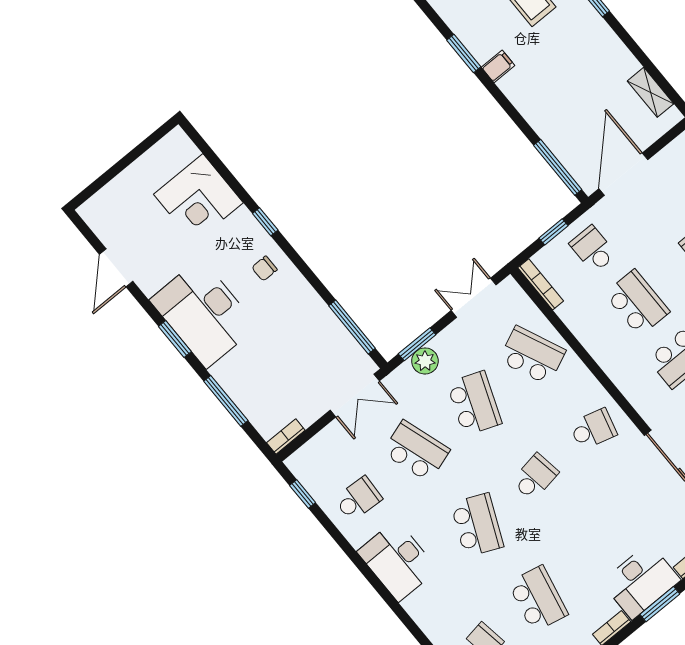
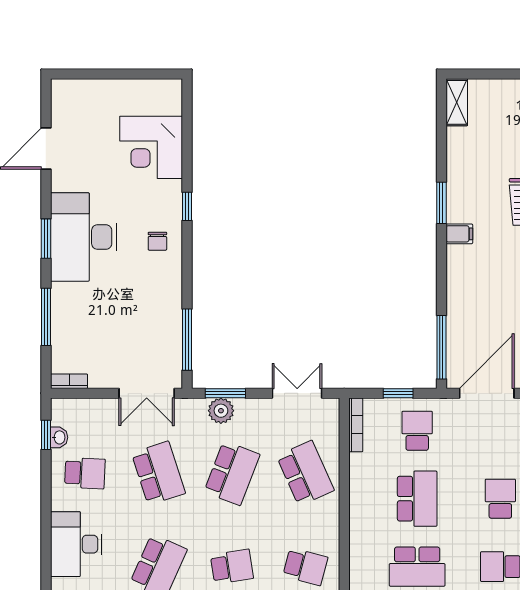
chair: (264, 268) -> (157, 241), turned -90
washbasin: (315, 487) -> (59, 437), added

